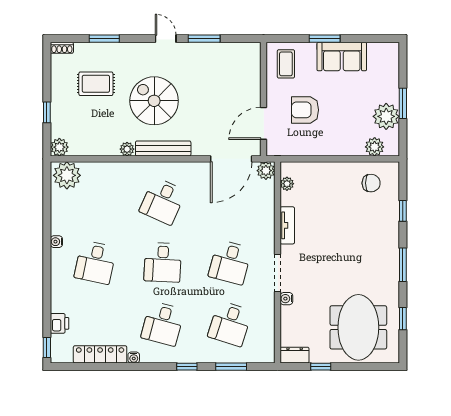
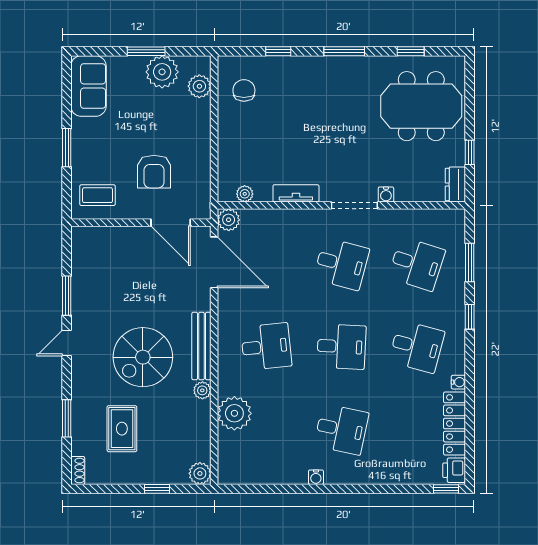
sofa: (342, 57) -> (88, 86), moved
plant: (67, 175) -> (234, 413), moved
desk: (163, 201) -> (266, 347), turned -30
printer: (60, 323) -> (454, 470), moved, turned -90

